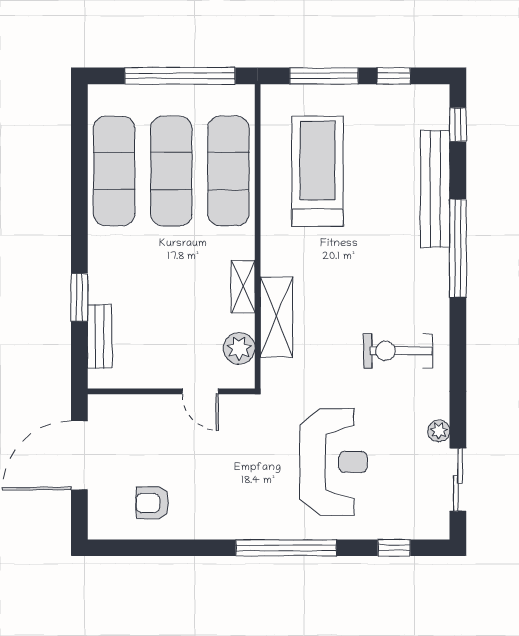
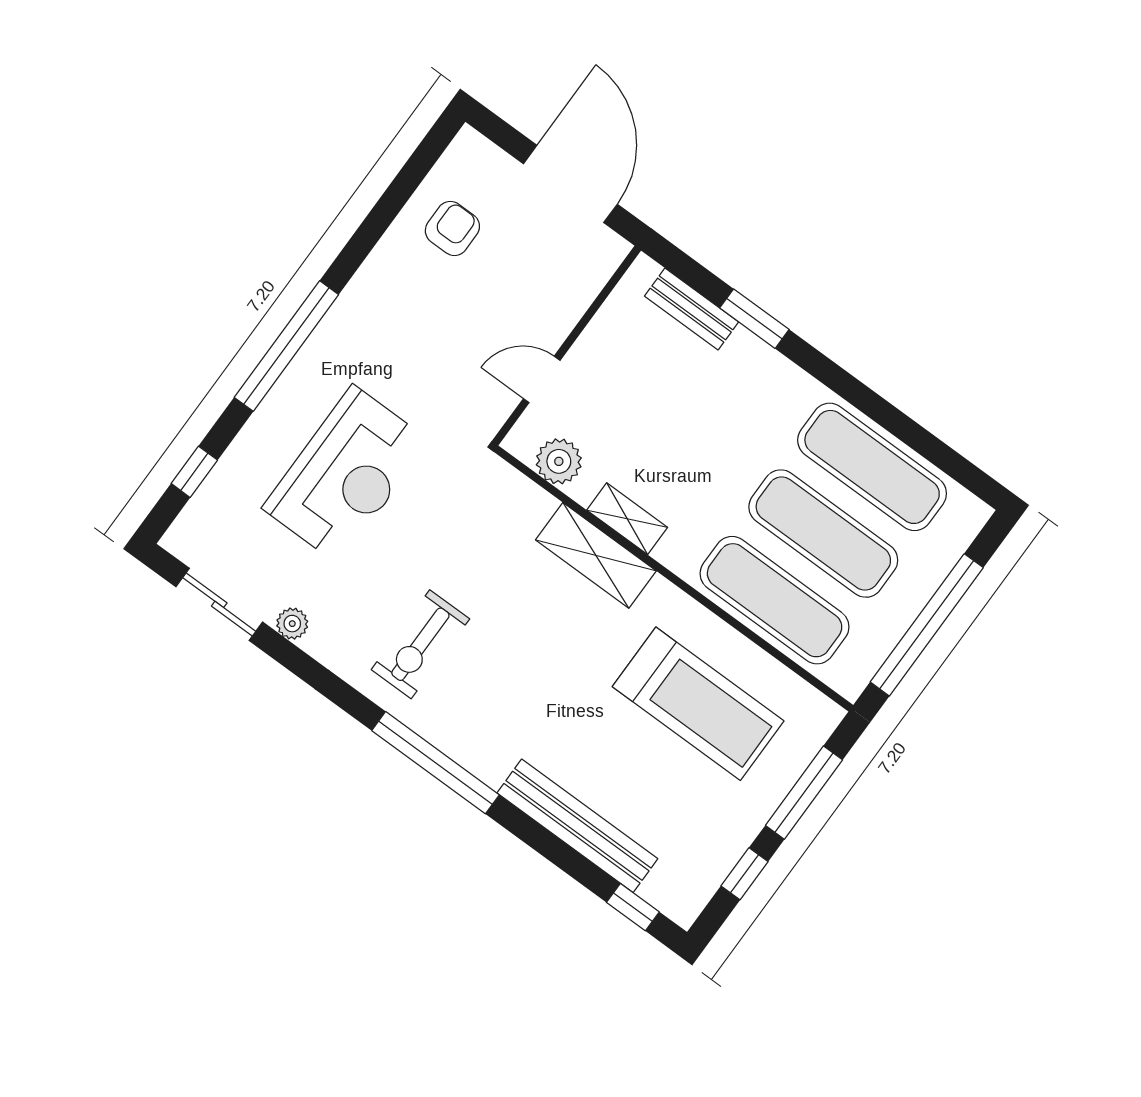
window: (458, 248) -> (435, 763), moved
shelving: (276, 317) -> (596, 555), moved
exercise bike: (398, 351) -> (420, 644), turned 180
reception desk: (334, 462) -> (346, 475), turned -90

